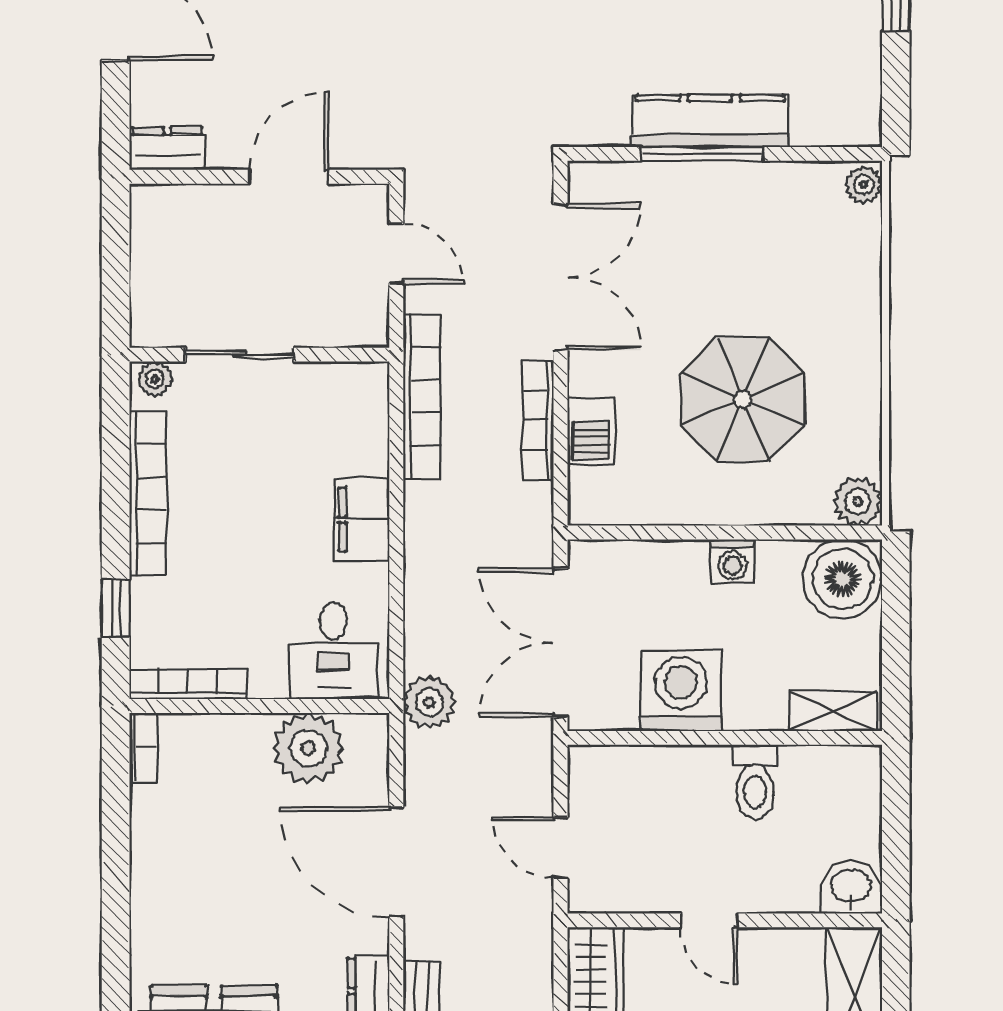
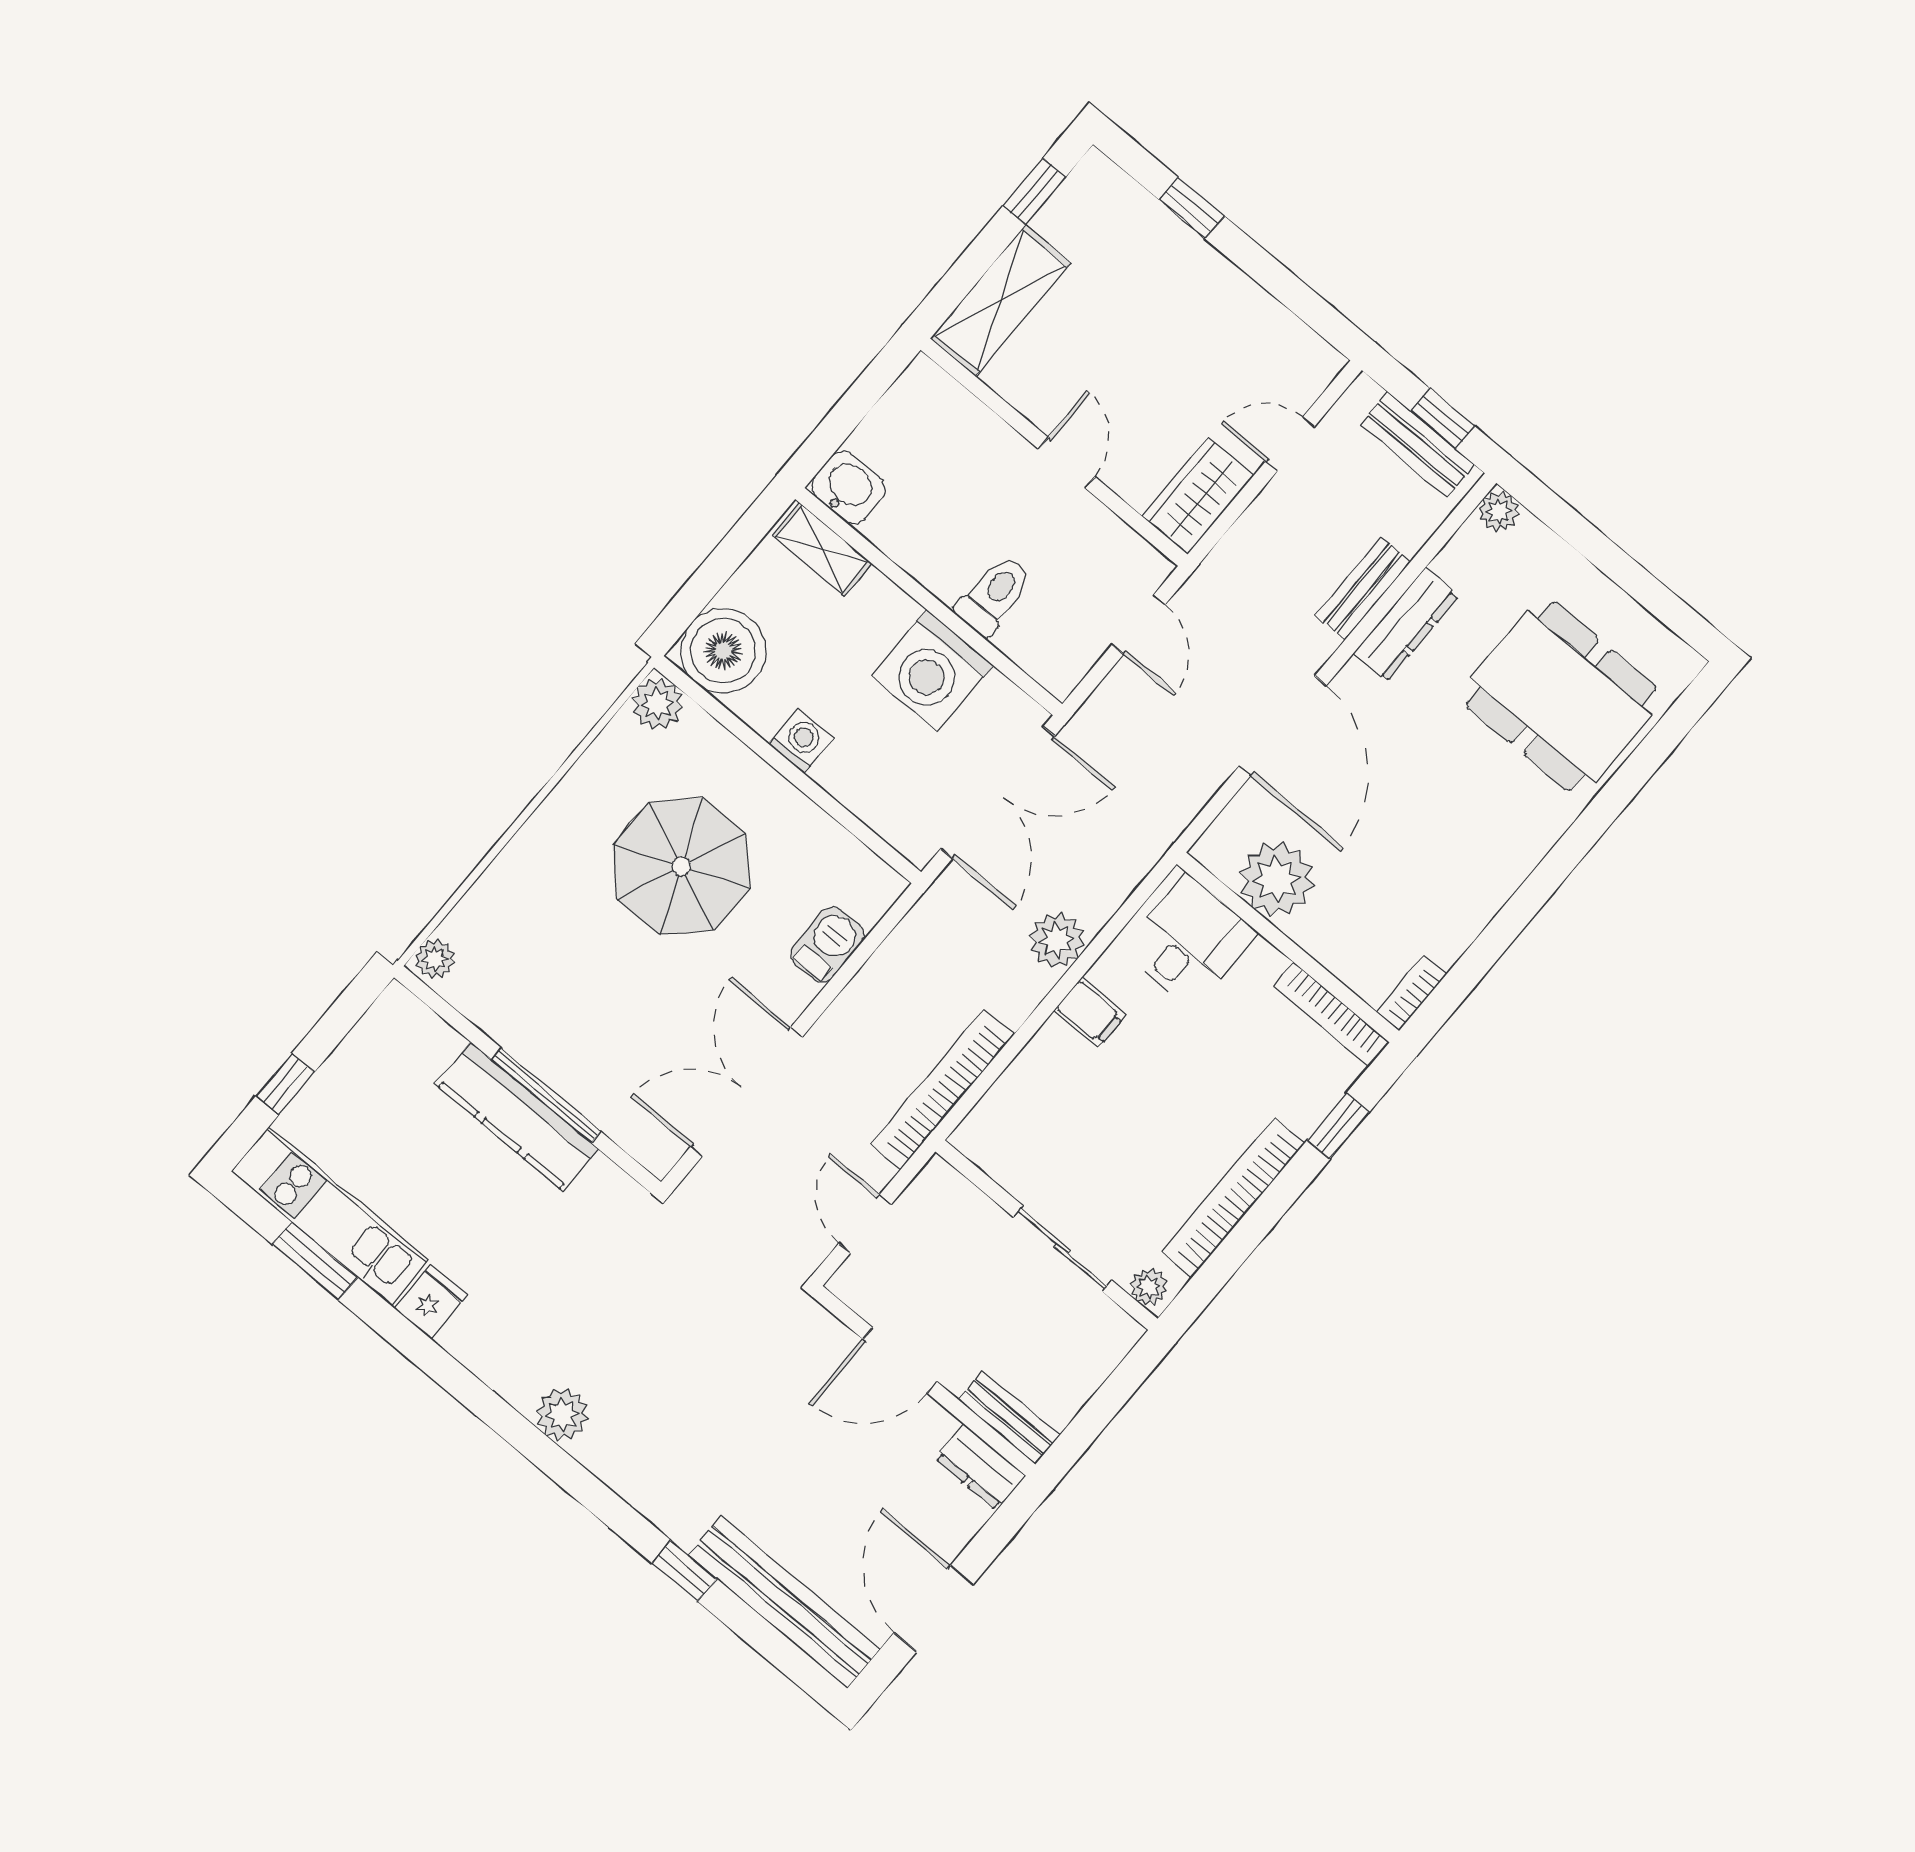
bench: (176, 201) -> (1009, 1418), added
bookcase: (538, 420) -> (863, 990), removed
filing cabinet: (362, 519) -> (1090, 1013), width x0.50
plant: (429, 702) -> (1057, 940), moved
toilet: (755, 782) -> (994, 595), moved
washbasin: (851, 887) -> (848, 488), moved, turned 180

